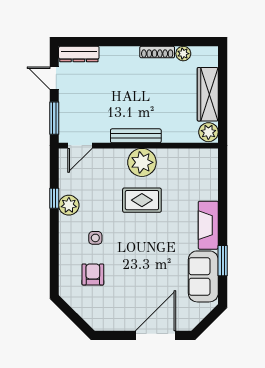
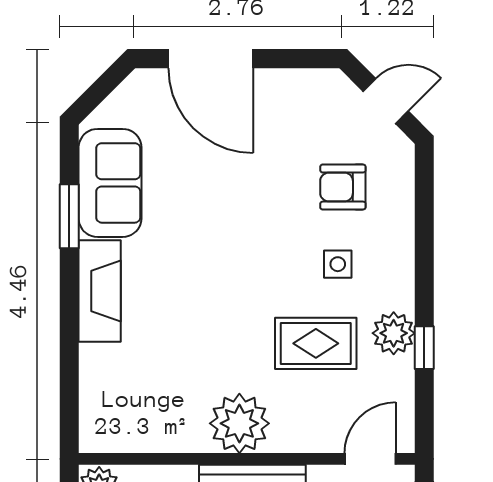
rug: (142, 200) -> (316, 343), moved
armchair: (93, 274) -> (343, 187), turned 90
door: (73, 315) -> (386, 101), added
door: (156, 335) -> (211, 59), hinge flipped

